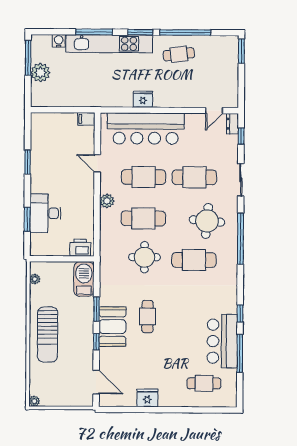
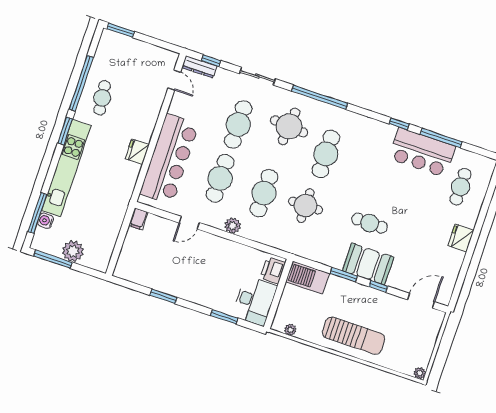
window: (94, 32) -> (38, 213), moved
dresser: (233, 124) -> (199, 67), width x1.44
desk: (45, 213) -> (255, 301), moved, turned -90
fridge: (147, 398) -> (461, 238), moved

